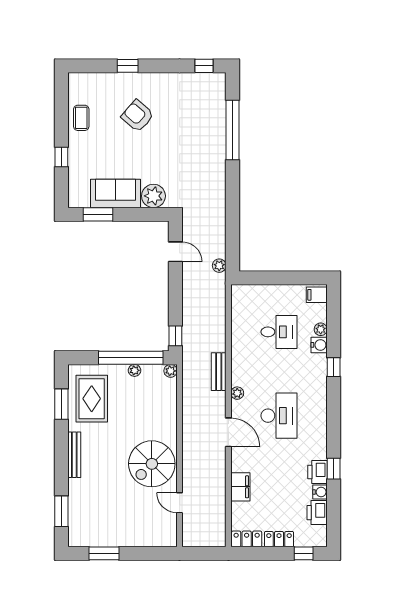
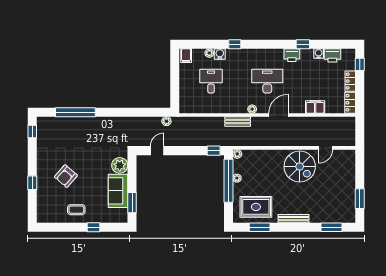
coffee table: (81, 118) -> (76, 210), moved
printer: (318, 472) -> (292, 55), moved

